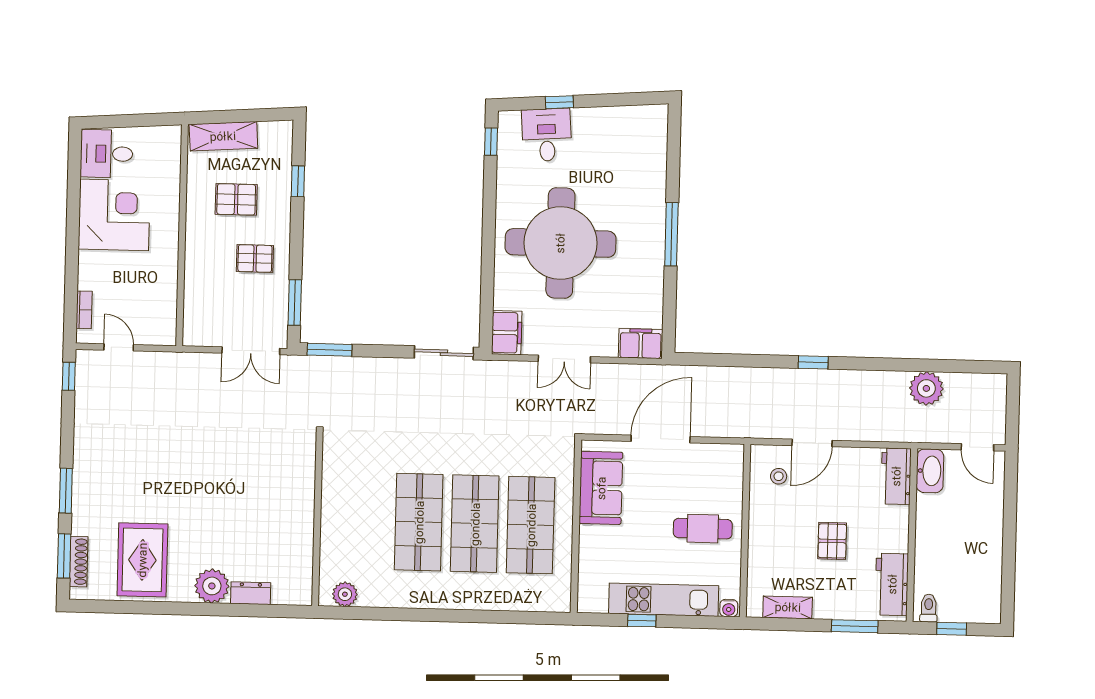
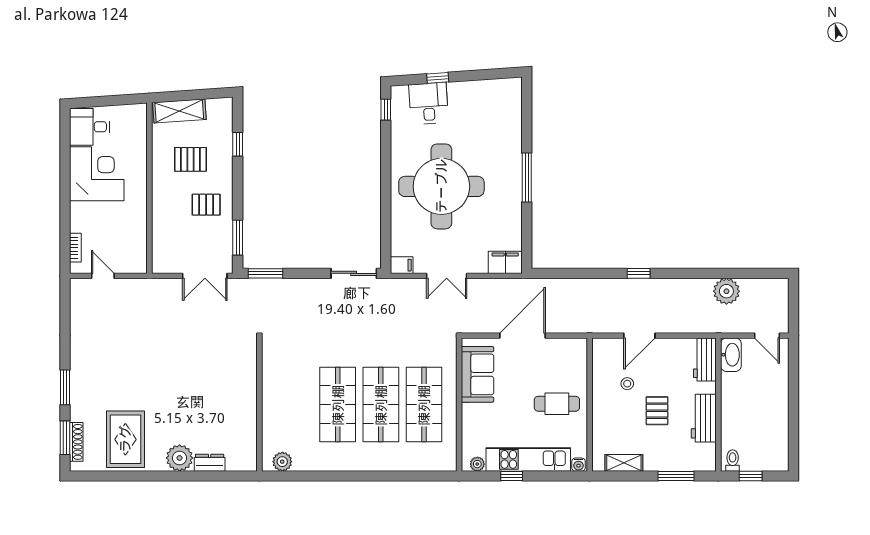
filing cabinet: (507, 333) -> (402, 265), width x0.50
window: (69, 376) -> (65, 299), removed
stool: (779, 476) -> (627, 384), moved
workbench: (892, 584) -> (704, 418), moved
plant: (598, 604) -> (477, 464), added

